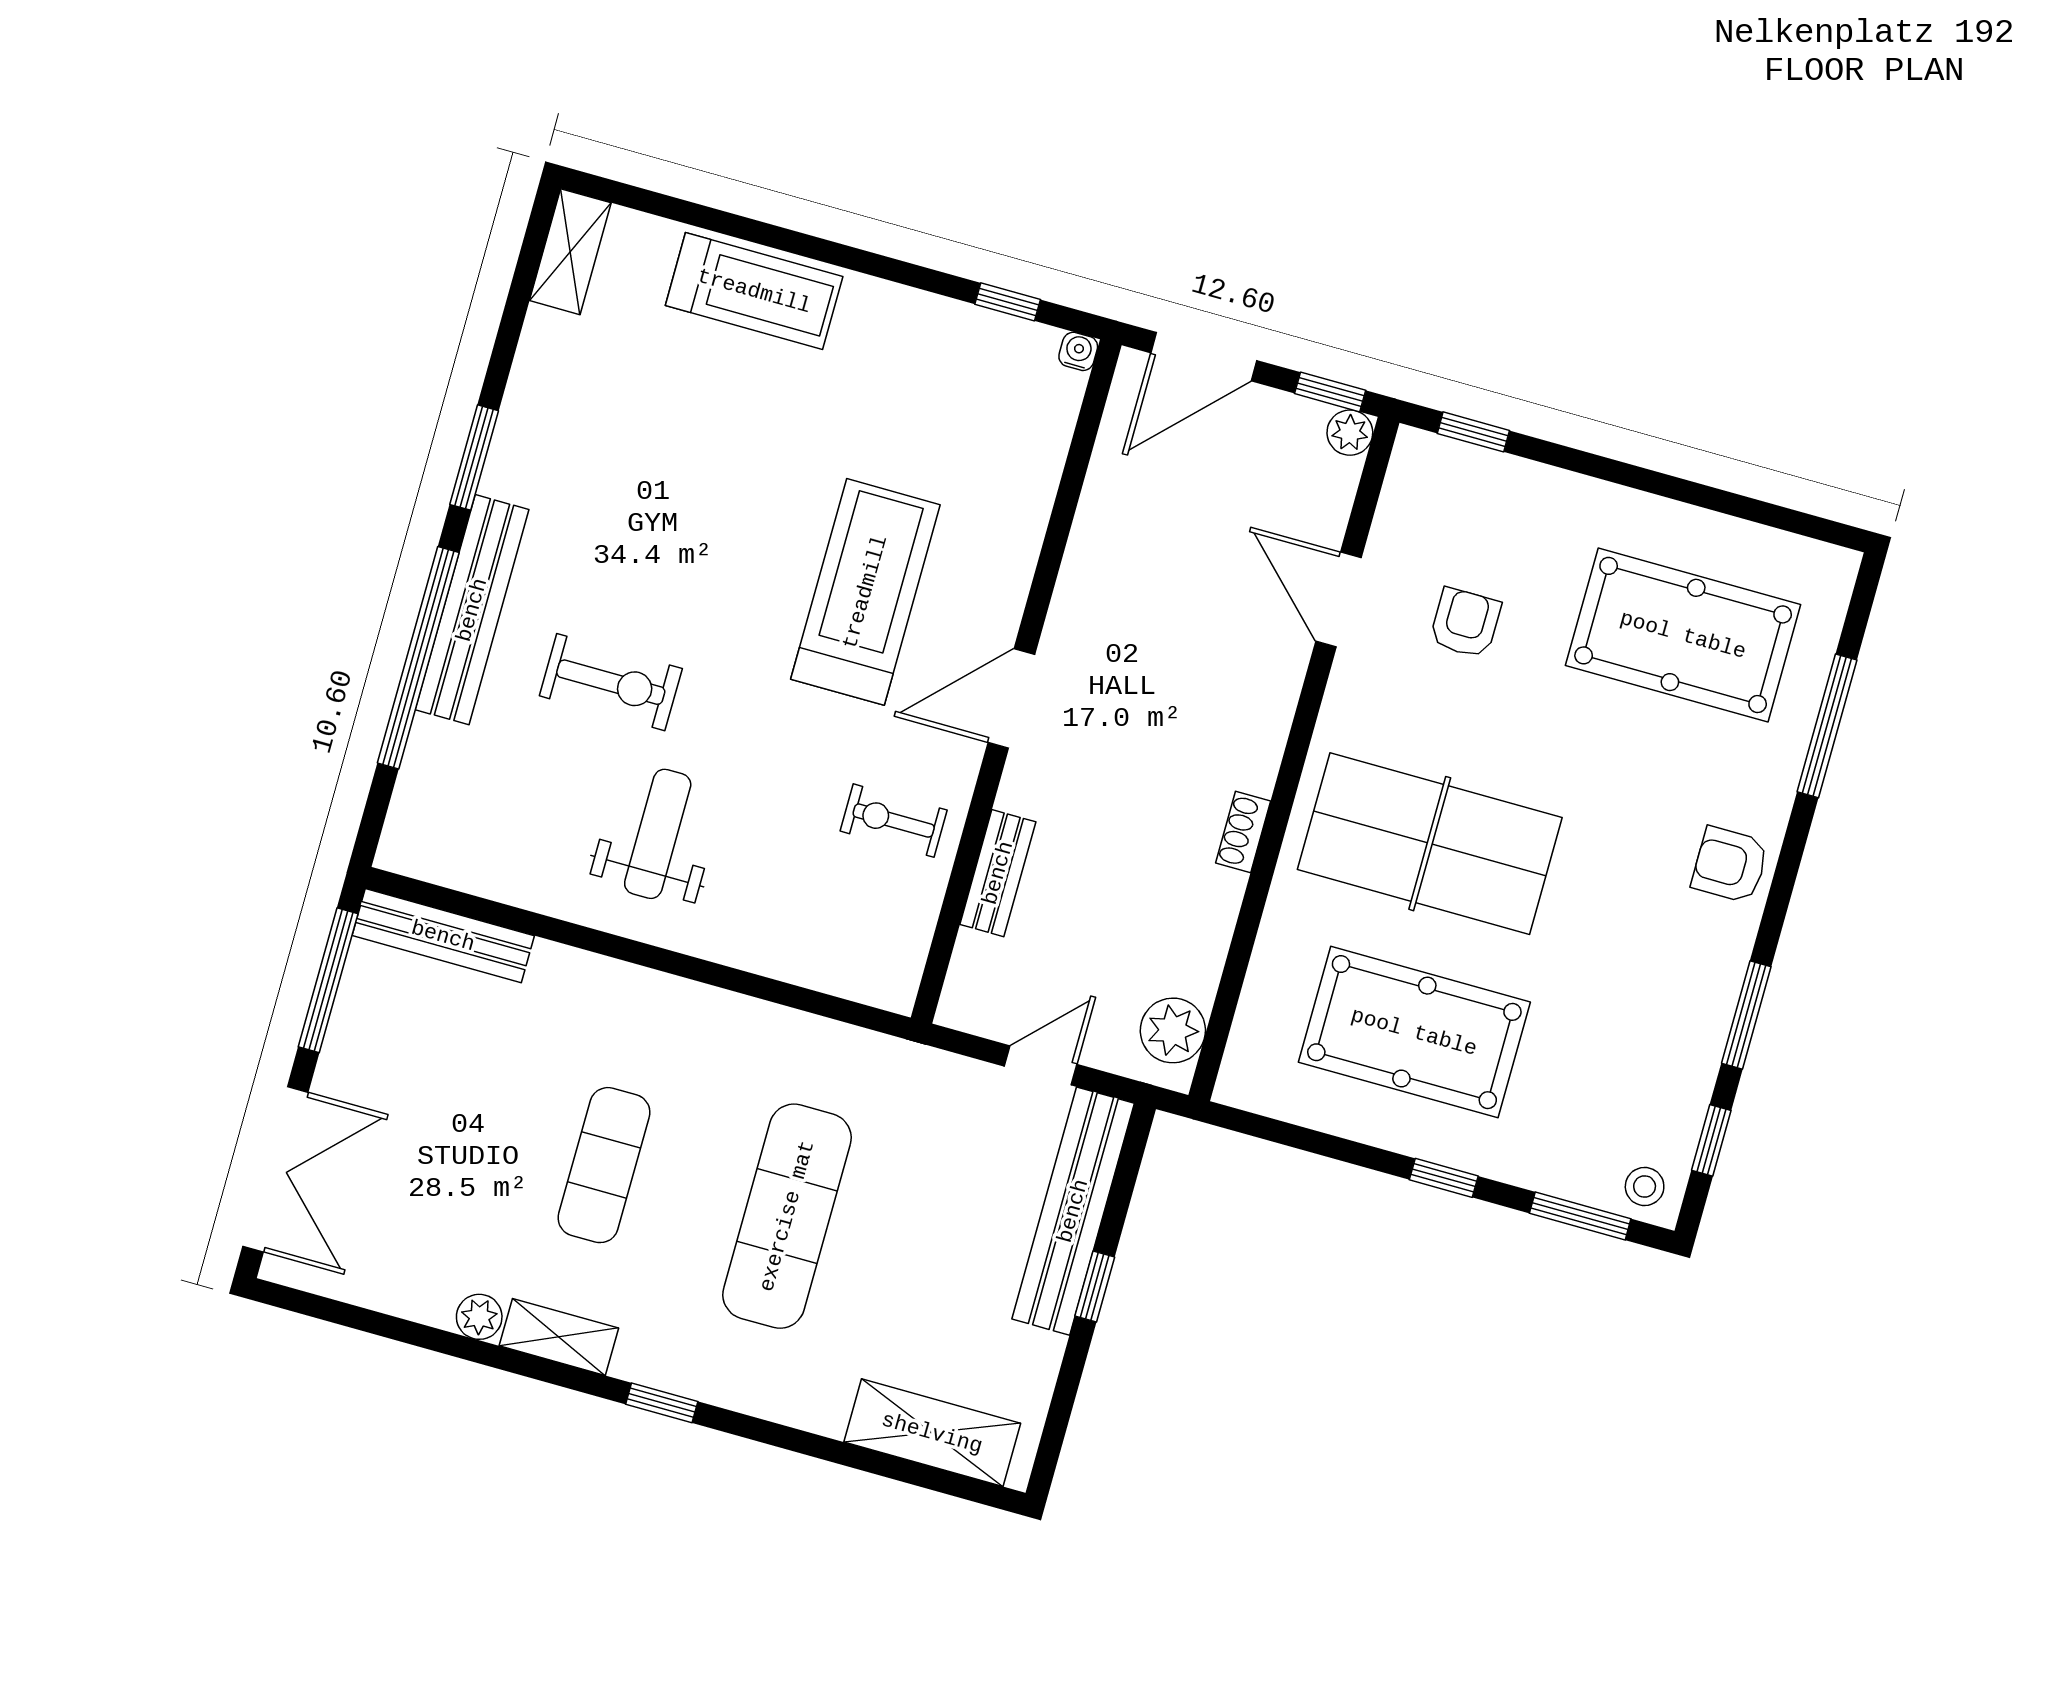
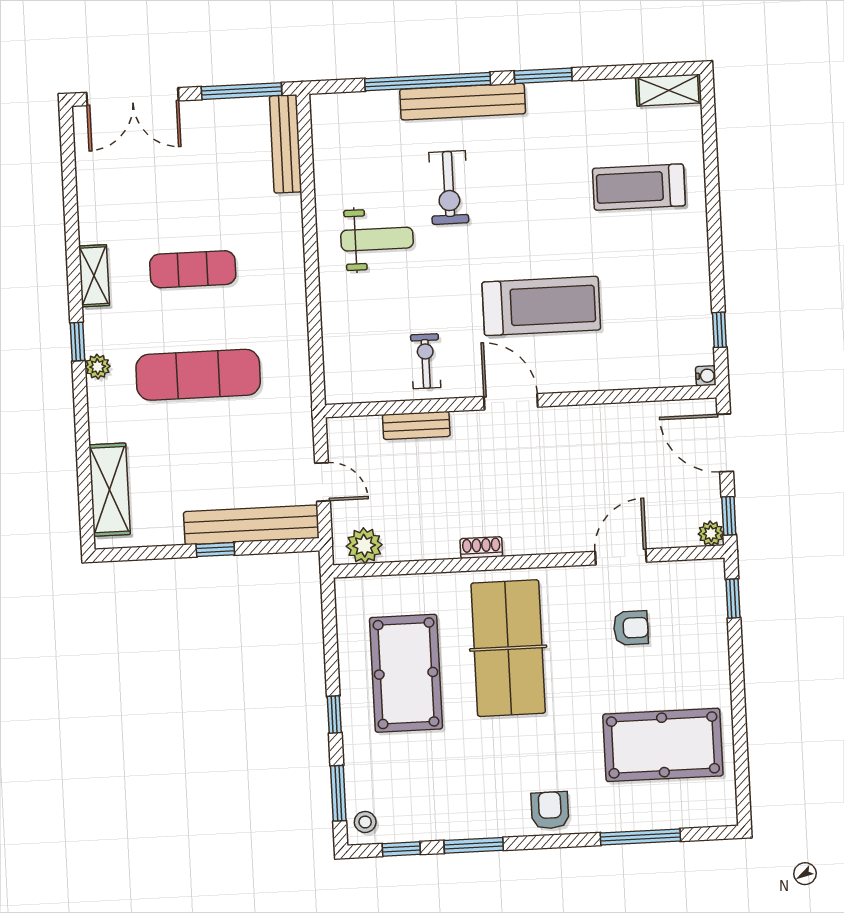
treadmill: (754, 291) -> (639, 187), moved, turned 90
pool table: (1683, 635) -> (663, 745), turned 90
plant: (479, 1317) -> (98, 367), moved

